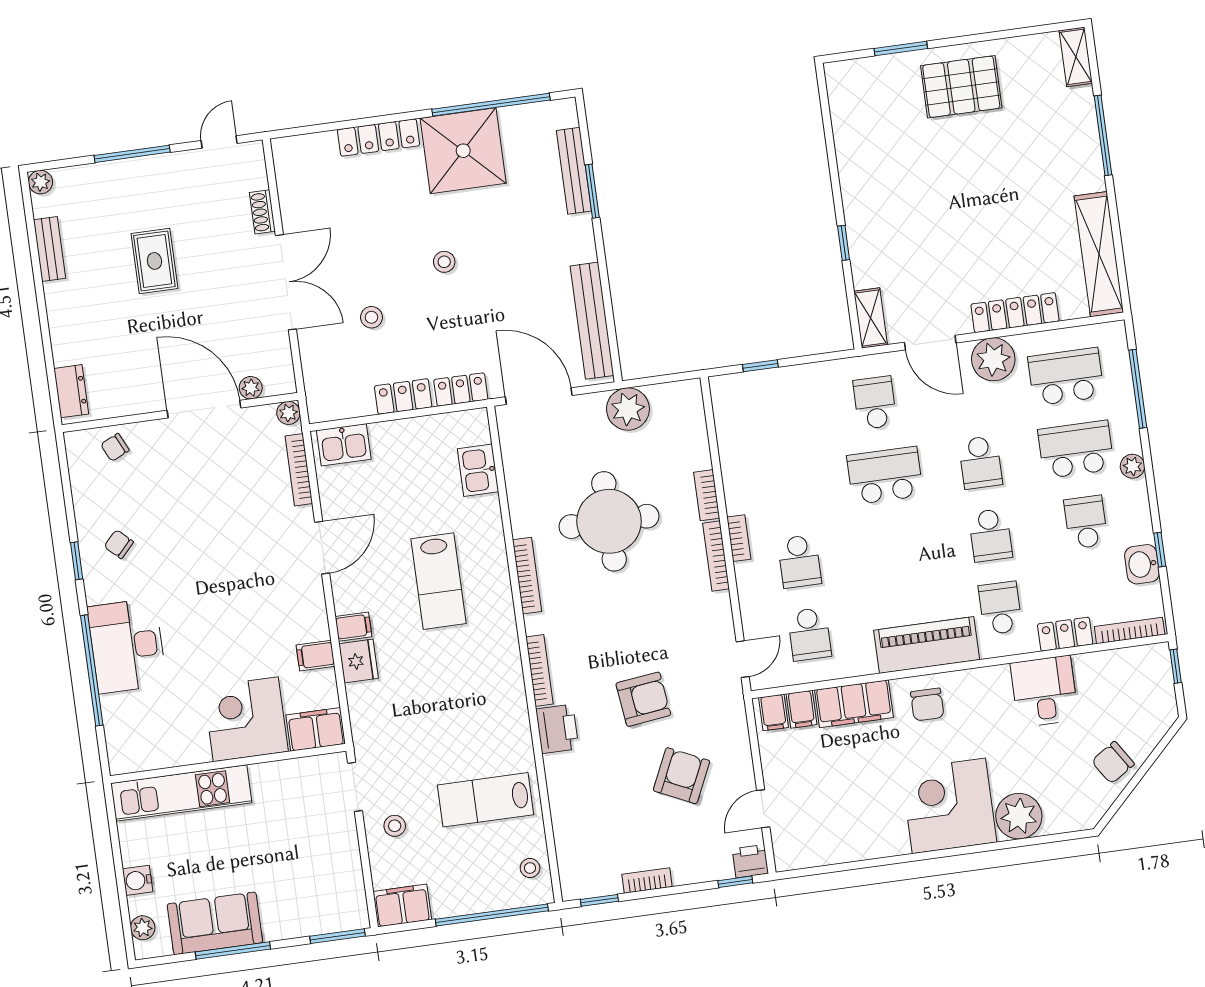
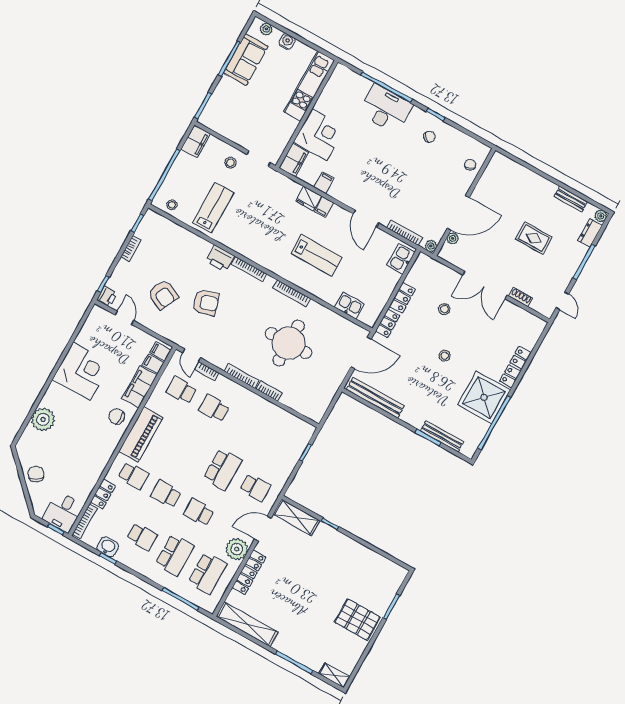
pallet: (961, 87) -> (357, 620), turned 90
shelving: (871, 318) -> (296, 517), width x1.50, depth x1.33
dresser: (71, 391) -> (590, 233), moved, turned 90
plant: (628, 409) -> (328, 385), removed
plant: (1133, 466) -> (151, 573), removed
bookcase: (739, 538) -> (207, 371), moved
lab bench: (438, 581) -> (316, 255), turned 180
desk: (1044, 691) -> (63, 512), moved, turned 90
armchair: (643, 699) -> (206, 303), turned -100
corner desk: (949, 806) -> (82, 371), moved

